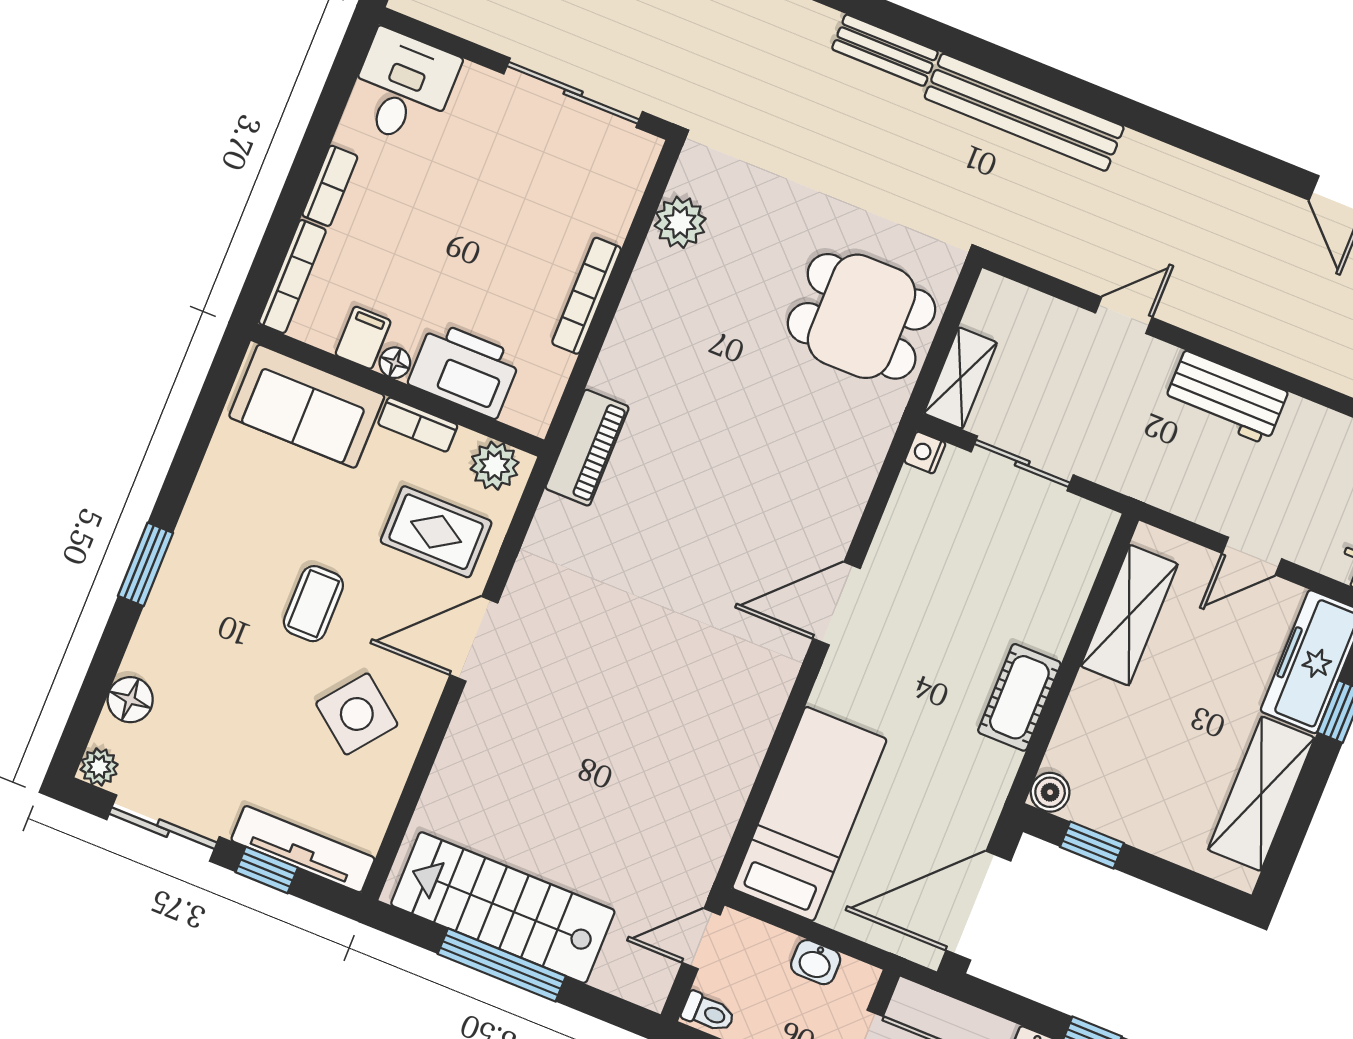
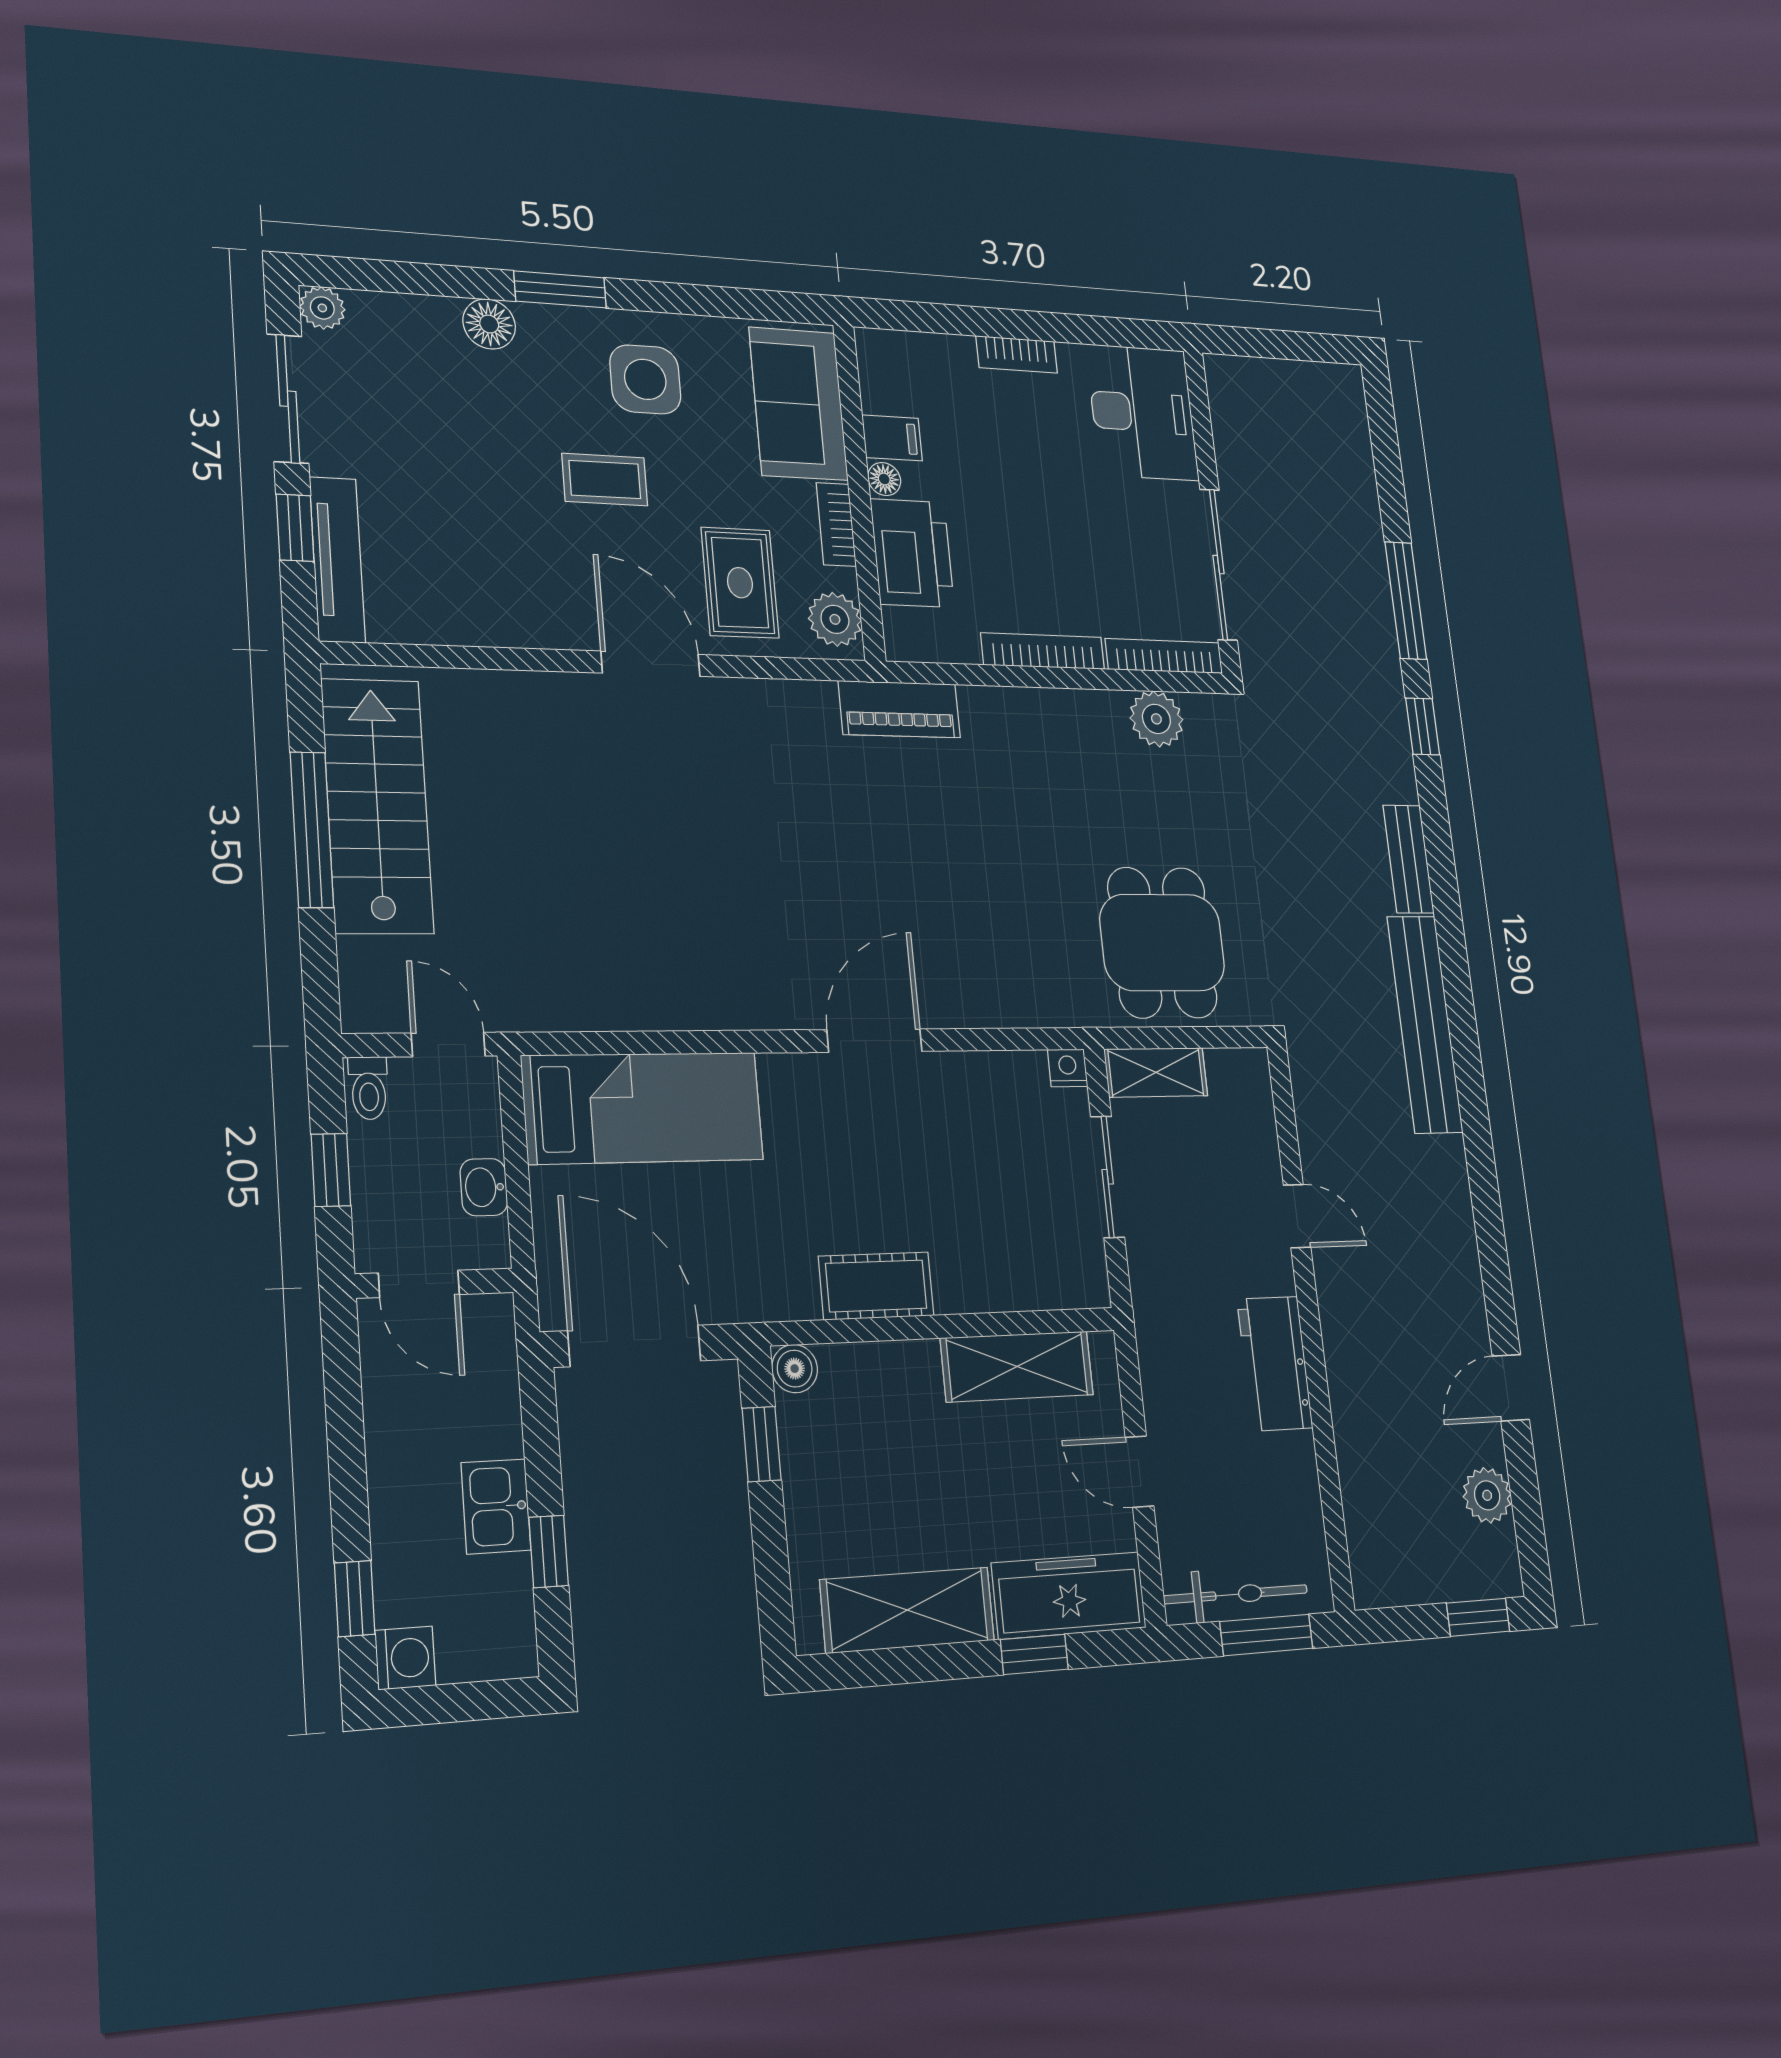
desk: (403, 87) -> (1142, 412), width x1.37
bookcase: (292, 276) -> (1164, 656), moved, turned 180
door: (837, 604) -> (875, 1041), hinge flipped
floor lamp: (130, 700) -> (489, 324), moved
side table: (357, 714) -> (645, 379), moved, turned -38

